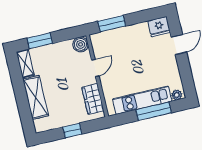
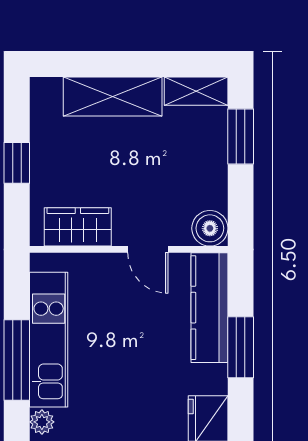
window: (112, 24) -> (241, 347), moved
kitchen counter: (113, 37) -> (209, 308), added

